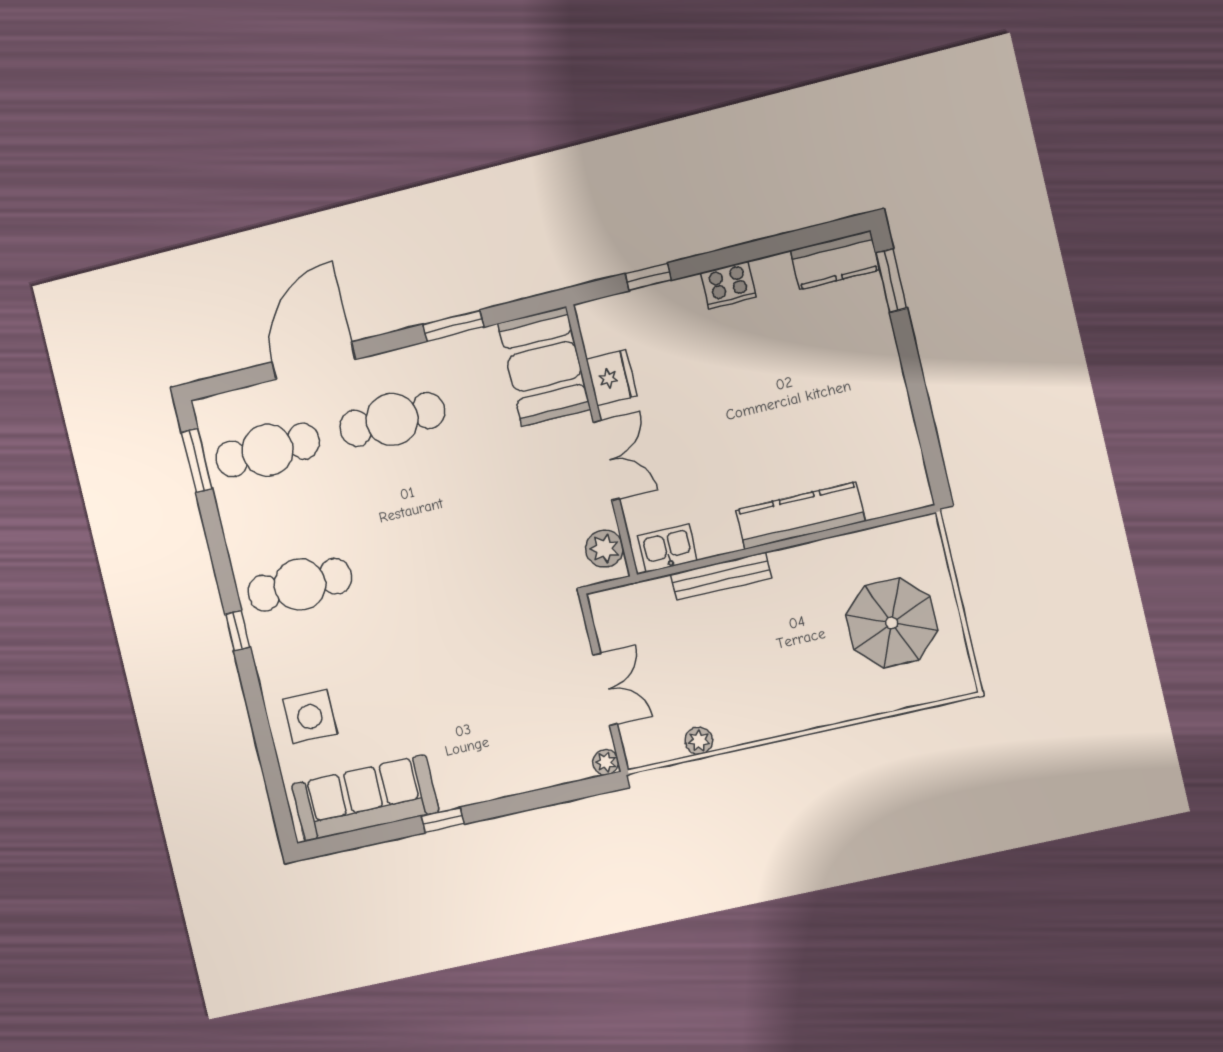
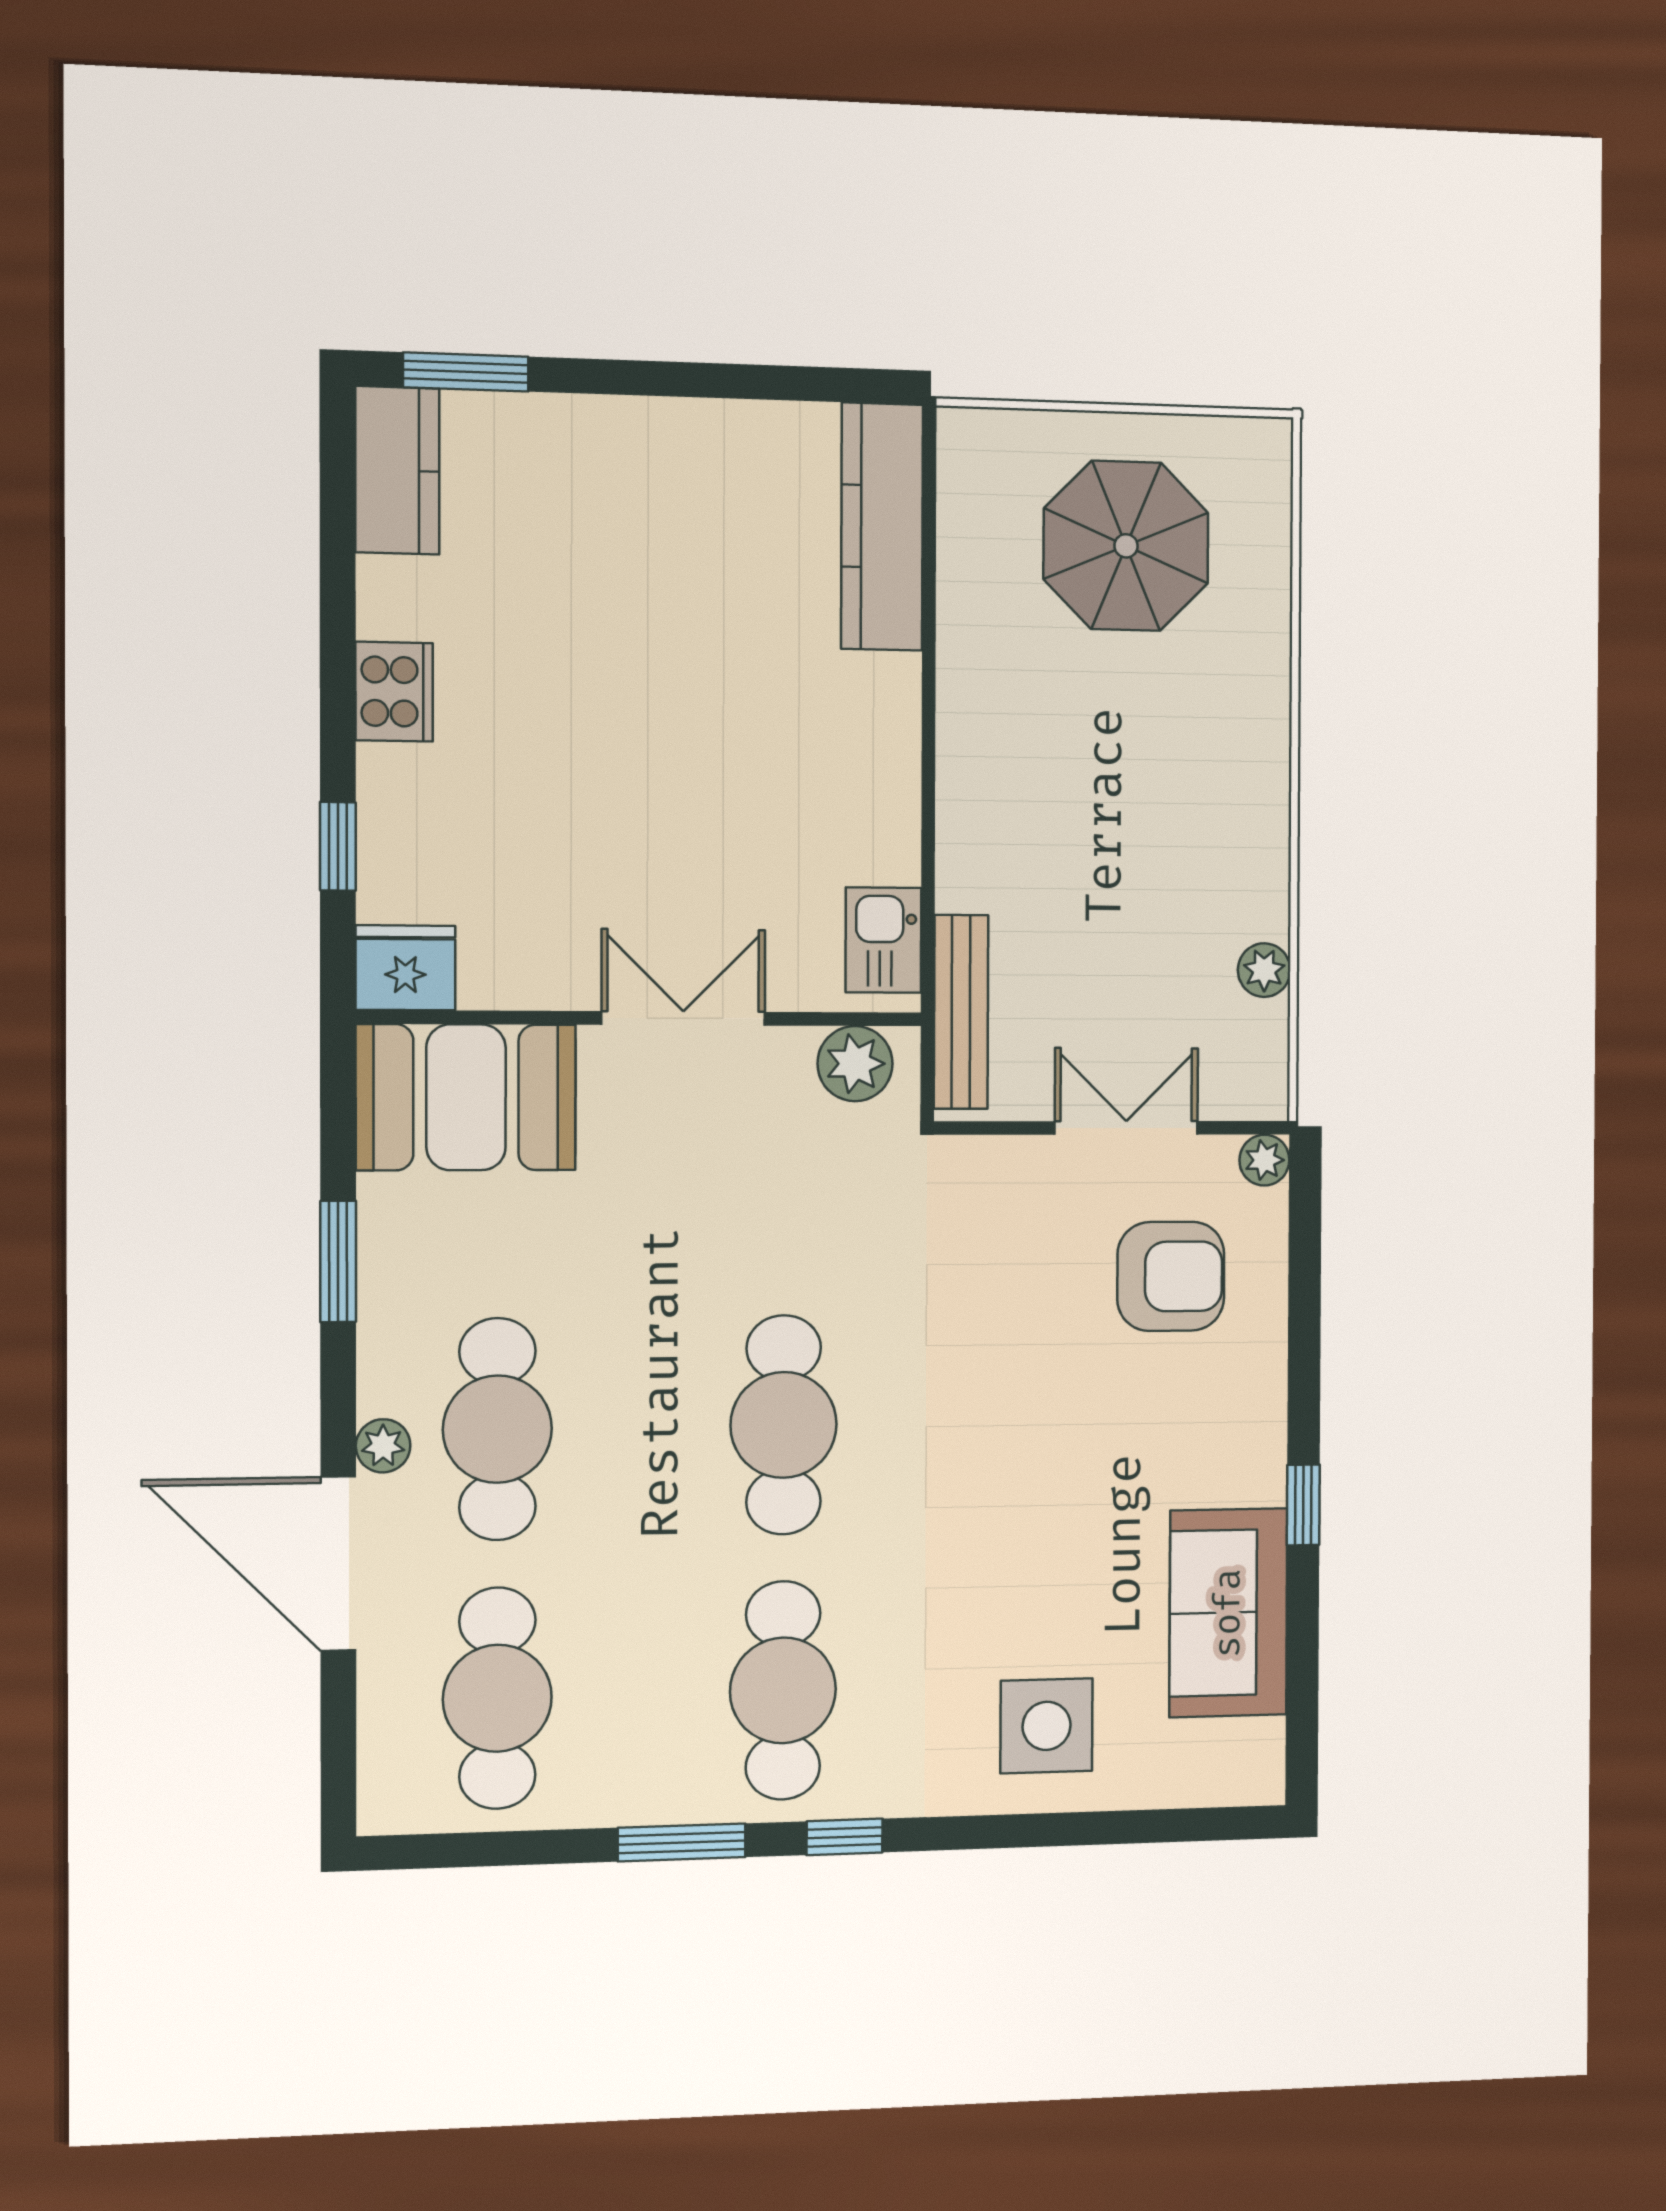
plant: (373, 368) -> (383, 1446), added
fridge: (611, 378) -> (405, 968), moved
window: (197, 460) -> (682, 1842), moved
kitchen counter: (800, 516) -> (882, 527), moved
cafe table: (424, 555) -> (784, 1425), added
bench: (721, 576) -> (961, 1012), moved
armchair: (538, 728) -> (1171, 1276), added
sofa: (365, 798) -> (1228, 1613), width x0.73

